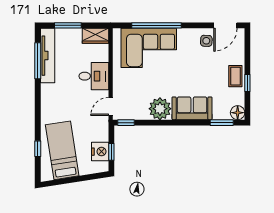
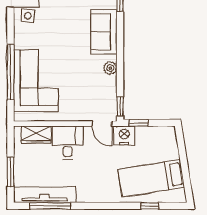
wardrobe: (95, 36) -> (36, 135), moved, turned 90
plant: (160, 109) -> (110, 68), width x0.53, depth x0.53
nightstand: (100, 152) -> (124, 135), moved
window: (111, 152) -> (139, 123), moved

